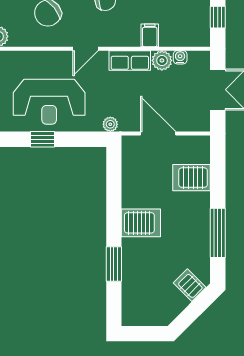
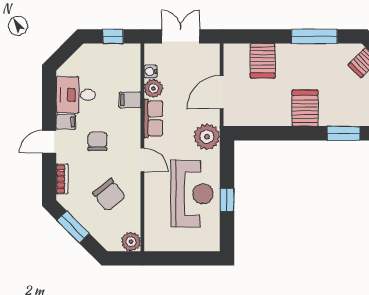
plant: (110, 124) -> (207, 137), width x1.88, depth x1.88

